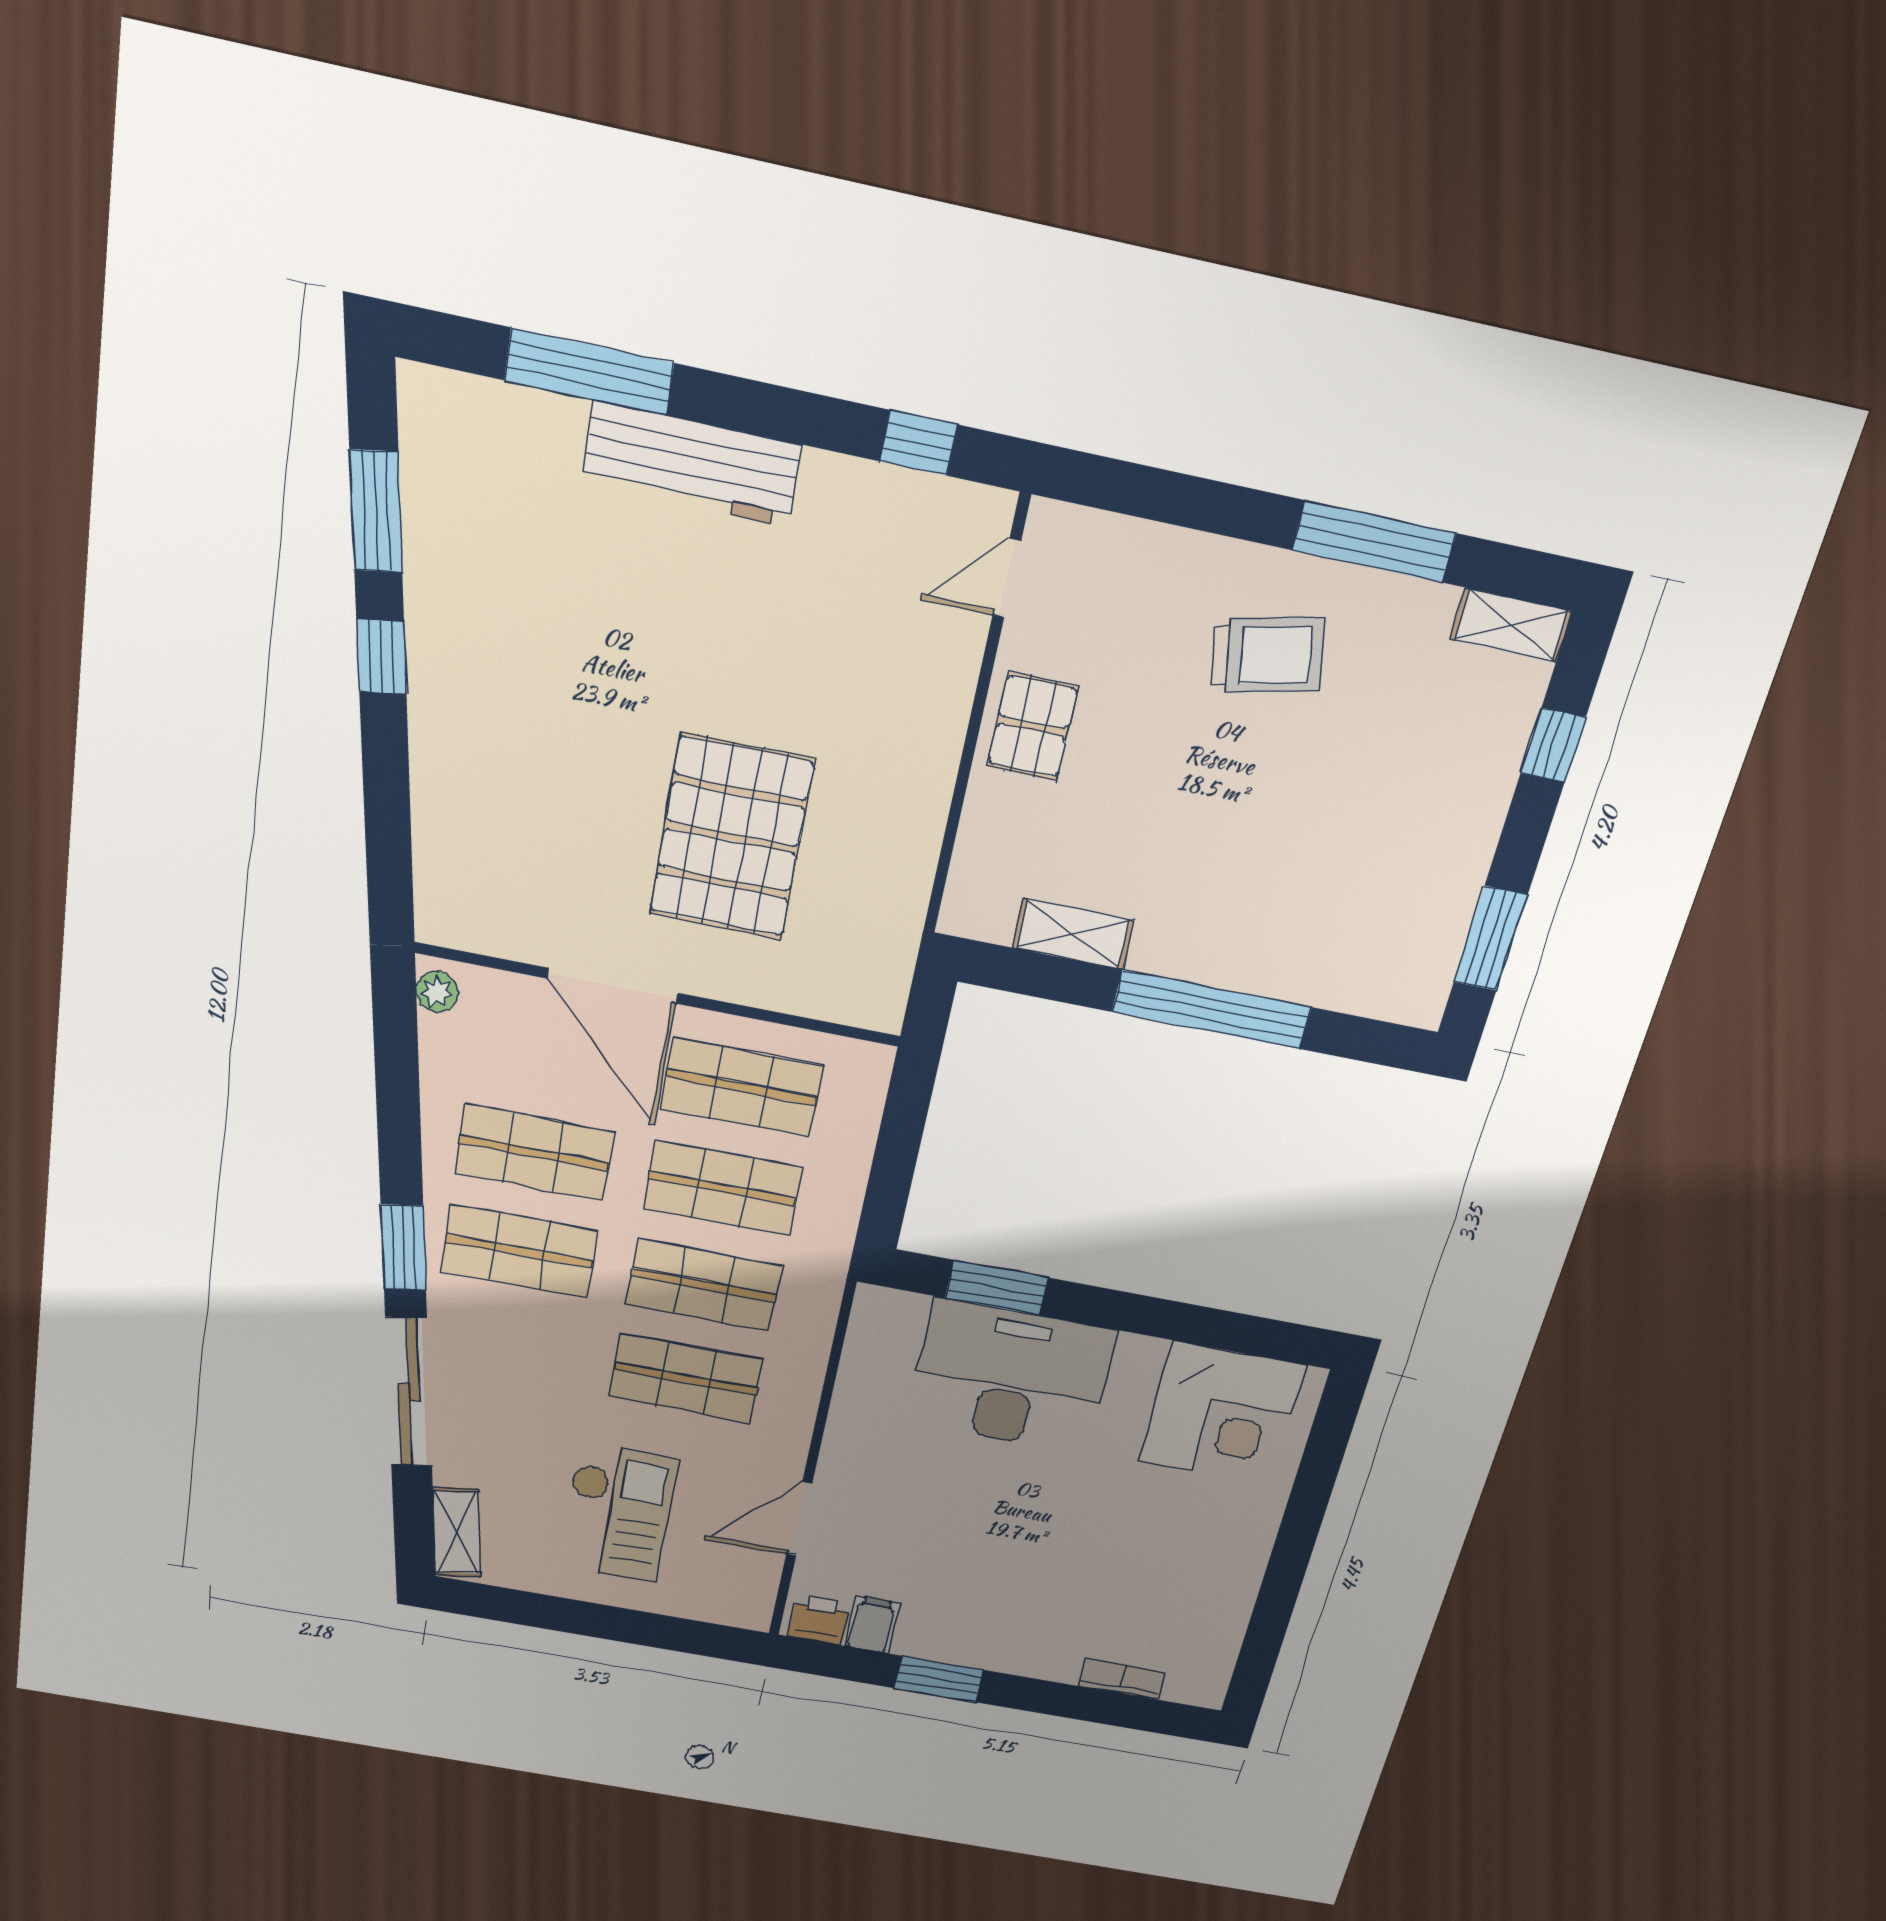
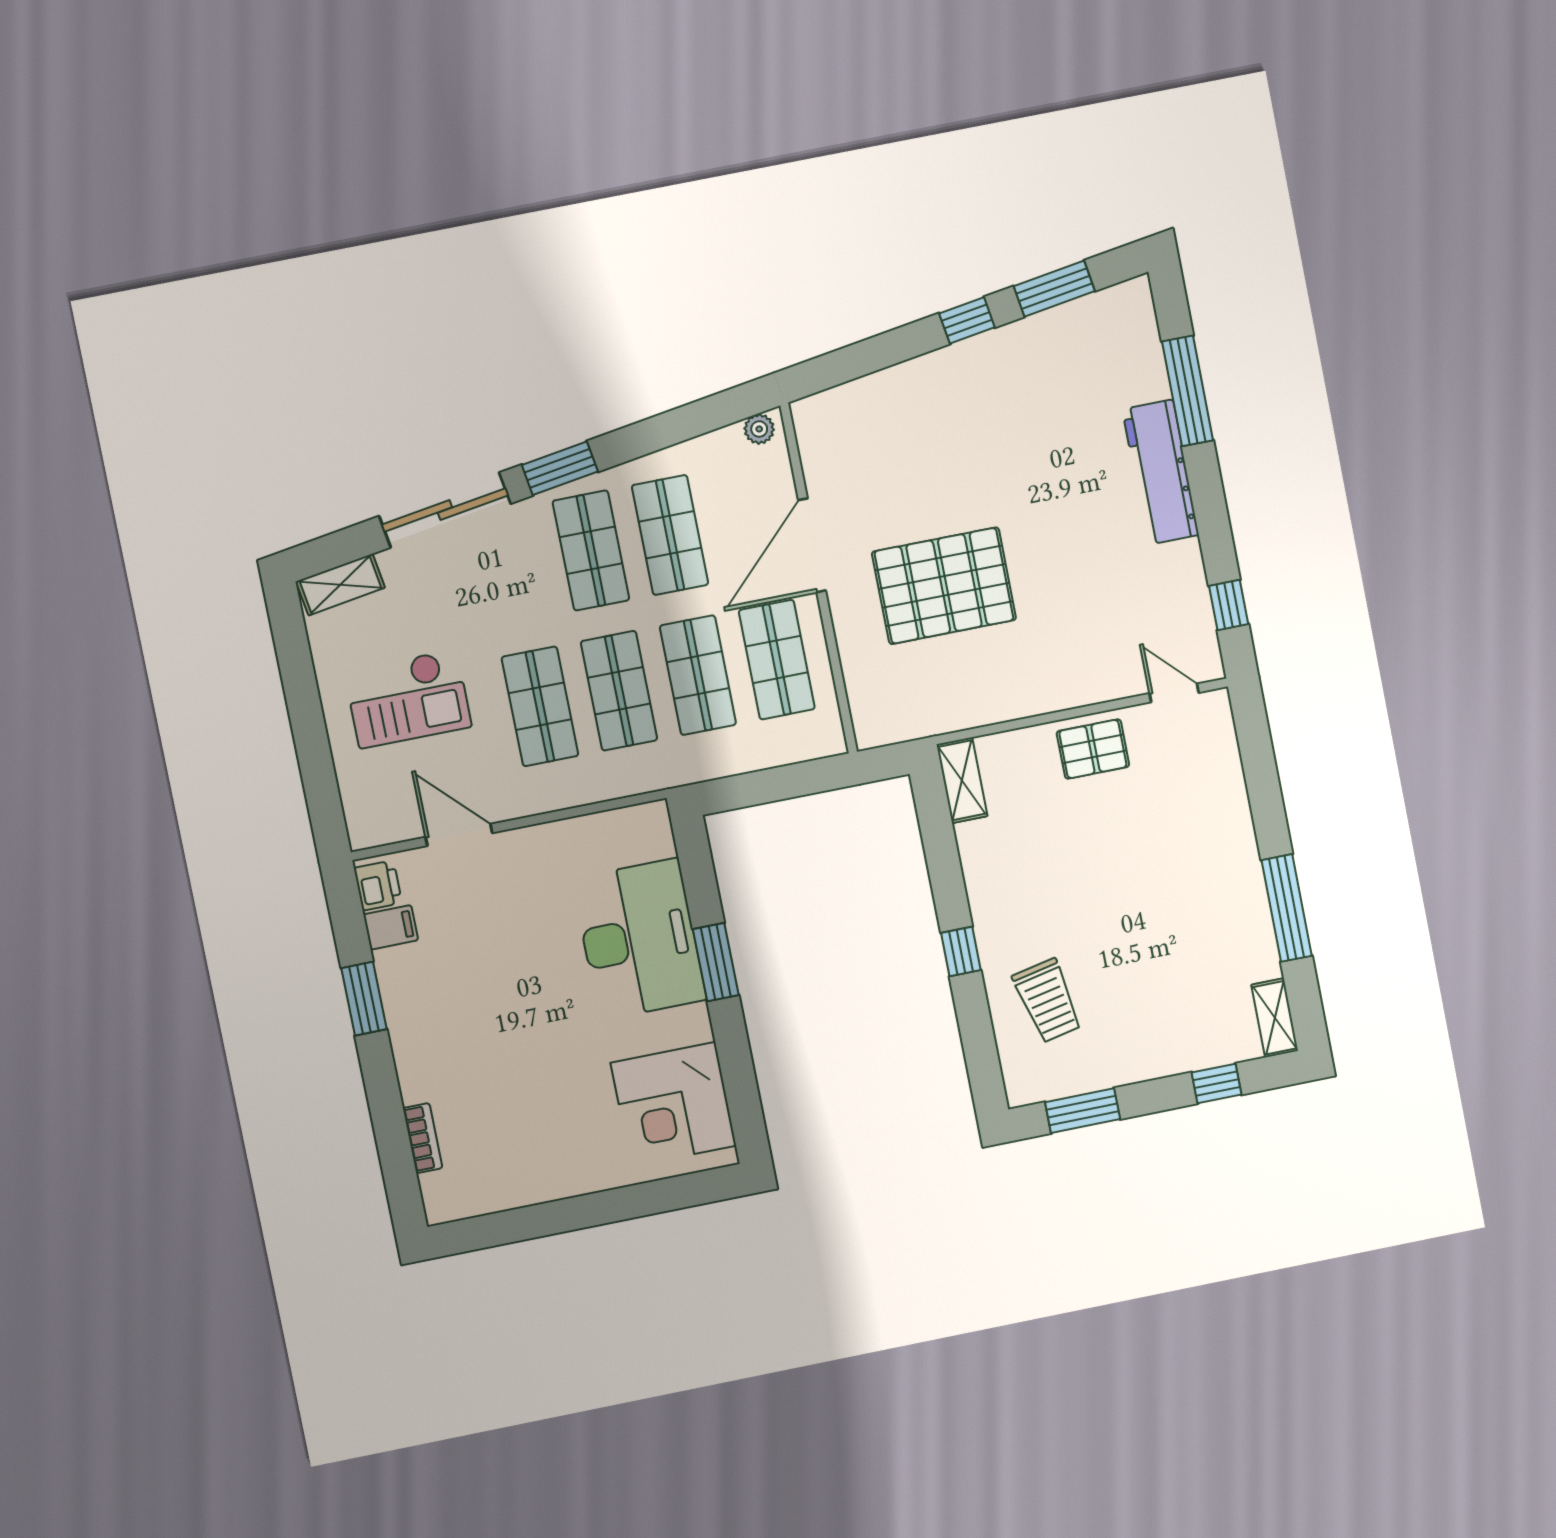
trolley: (1268, 655) -> (1048, 1001), moved
shelving: (1073, 934) -> (962, 780), moved
window: (1212, 1009) -> (961, 952), width x0.32
window: (997, 1288) -> (716, 962), moved

